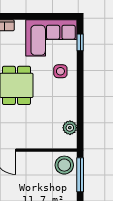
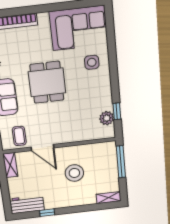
window: (80, 42) -> (117, 111), moved
stool: (64, 165) -> (74, 173), moved

